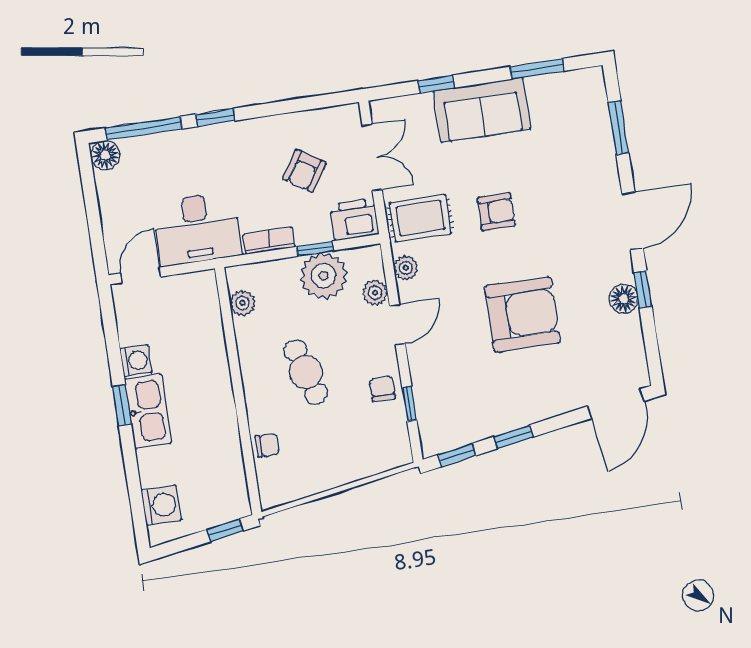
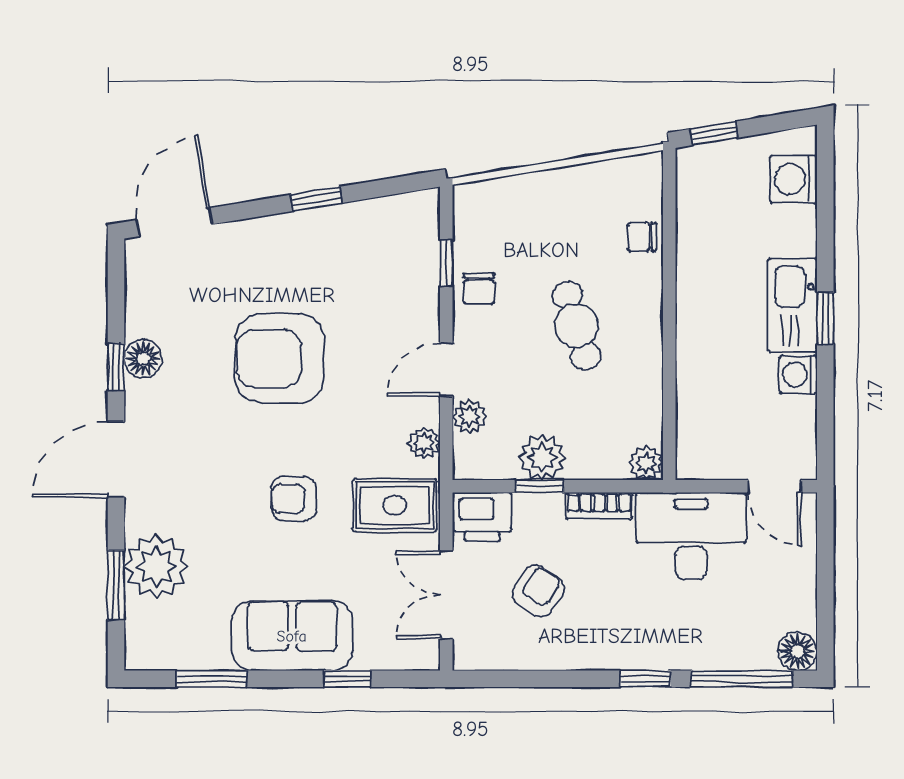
plant: (591, 146) -> (156, 566), added
door: (141, 275) -> (775, 486), hinge flipped
plant: (324, 276) -> (542, 457), width x0.73, depth x0.73
plant: (242, 303) -> (646, 463), moved
window: (457, 455) -> (394, 186), removed

